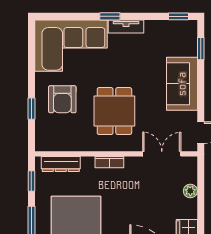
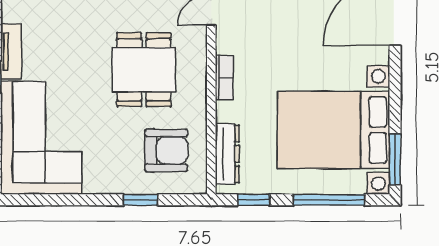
armchair: (62, 99) -> (166, 150), moved
dining table: (114, 111) -> (144, 70), turned 90

